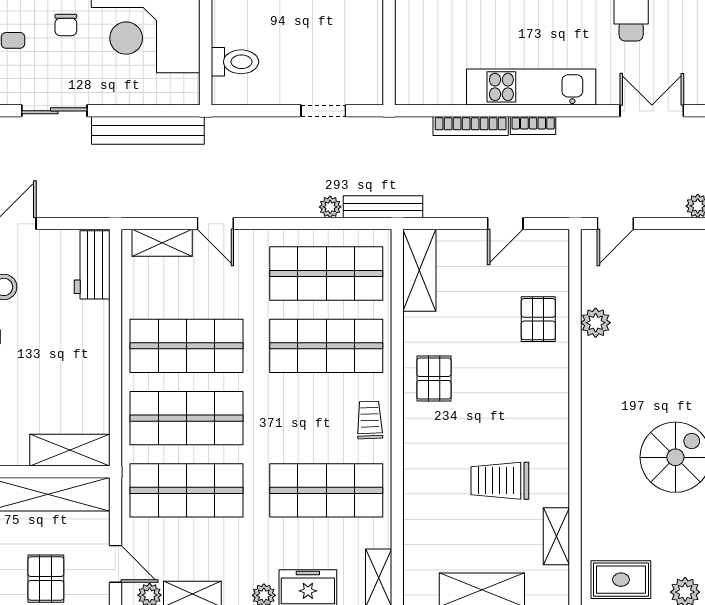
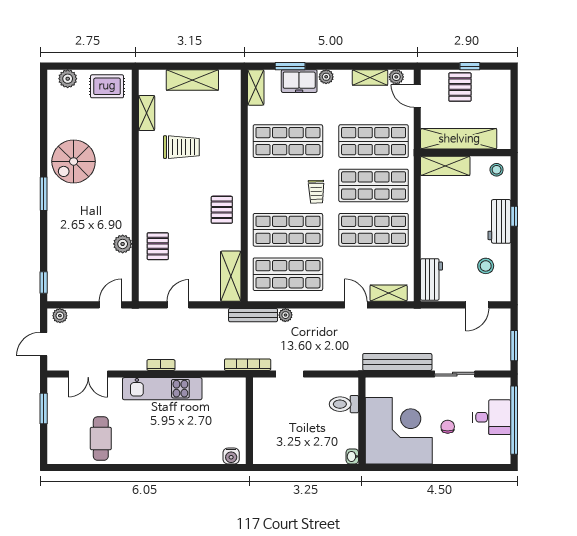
bookcase: (471, 126) -> (248, 365), moved
trolley: (370, 420) -> (316, 192), moved

